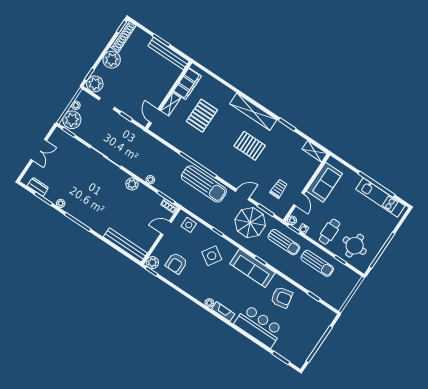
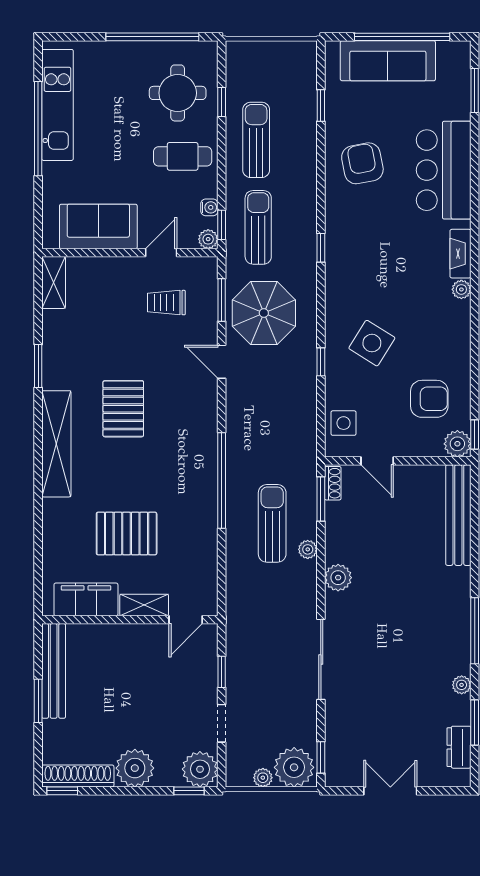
sun lounger: (204, 184) -> (272, 523), moved, width x0.73, depth x0.75
sofa: (252, 268) -> (388, 61), moved, turned 90

